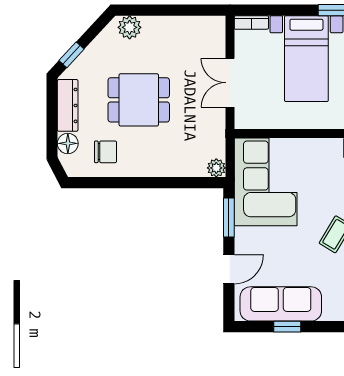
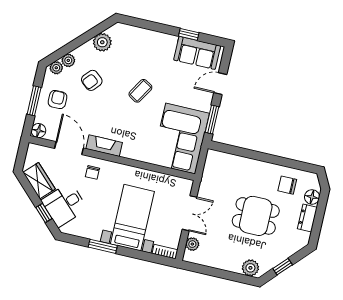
window: (71, 55) -> (283, 267), moved
dresser: (68, 105) -> (307, 218), width x0.70
plant: (216, 168) -> (192, 244), moved
sofa: (281, 304) -> (197, 53), width x0.73

